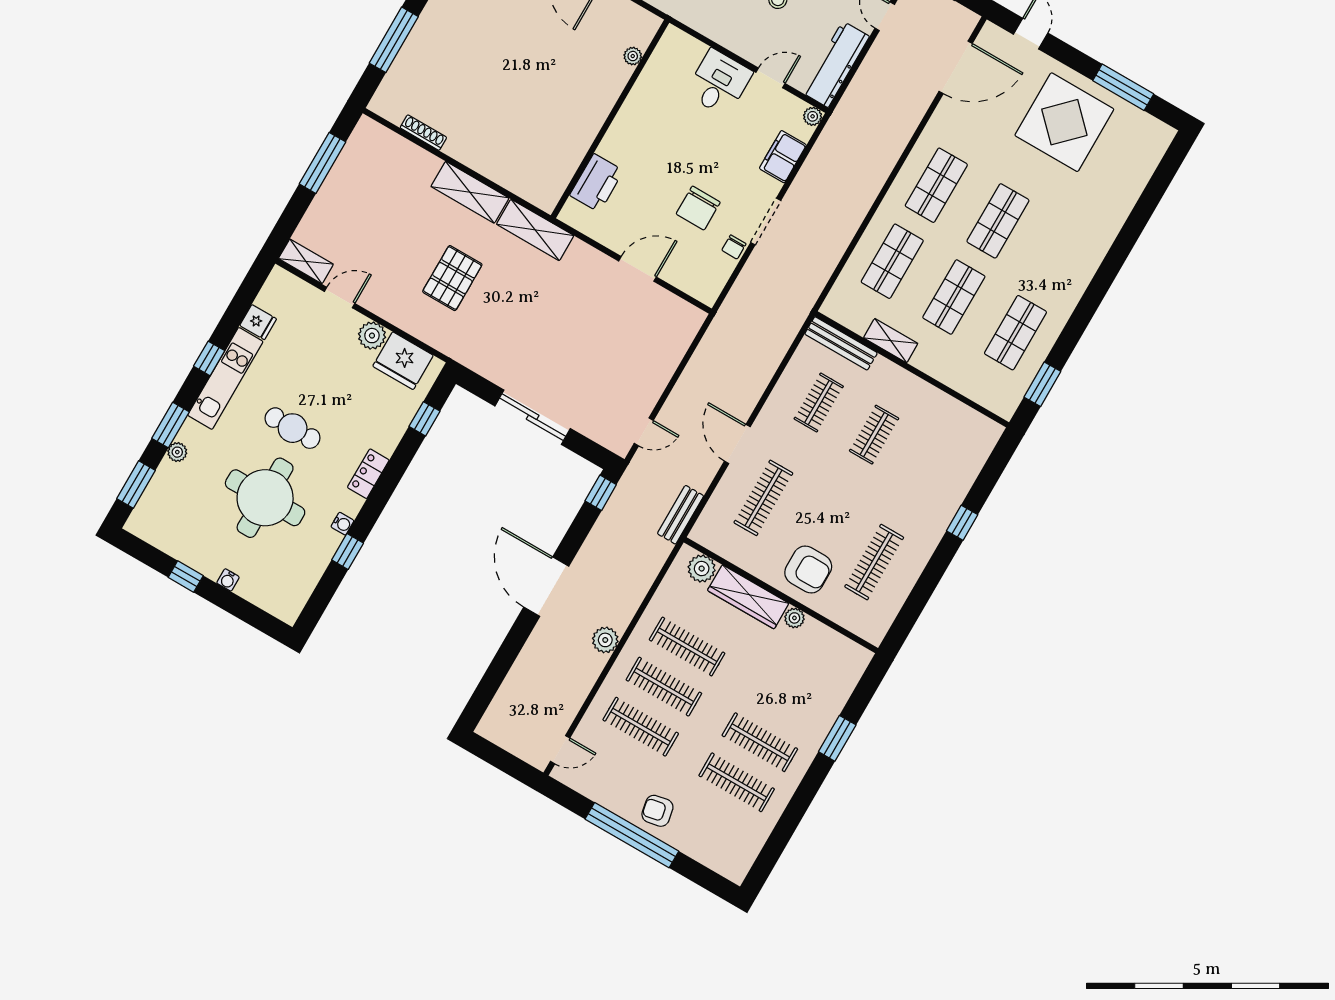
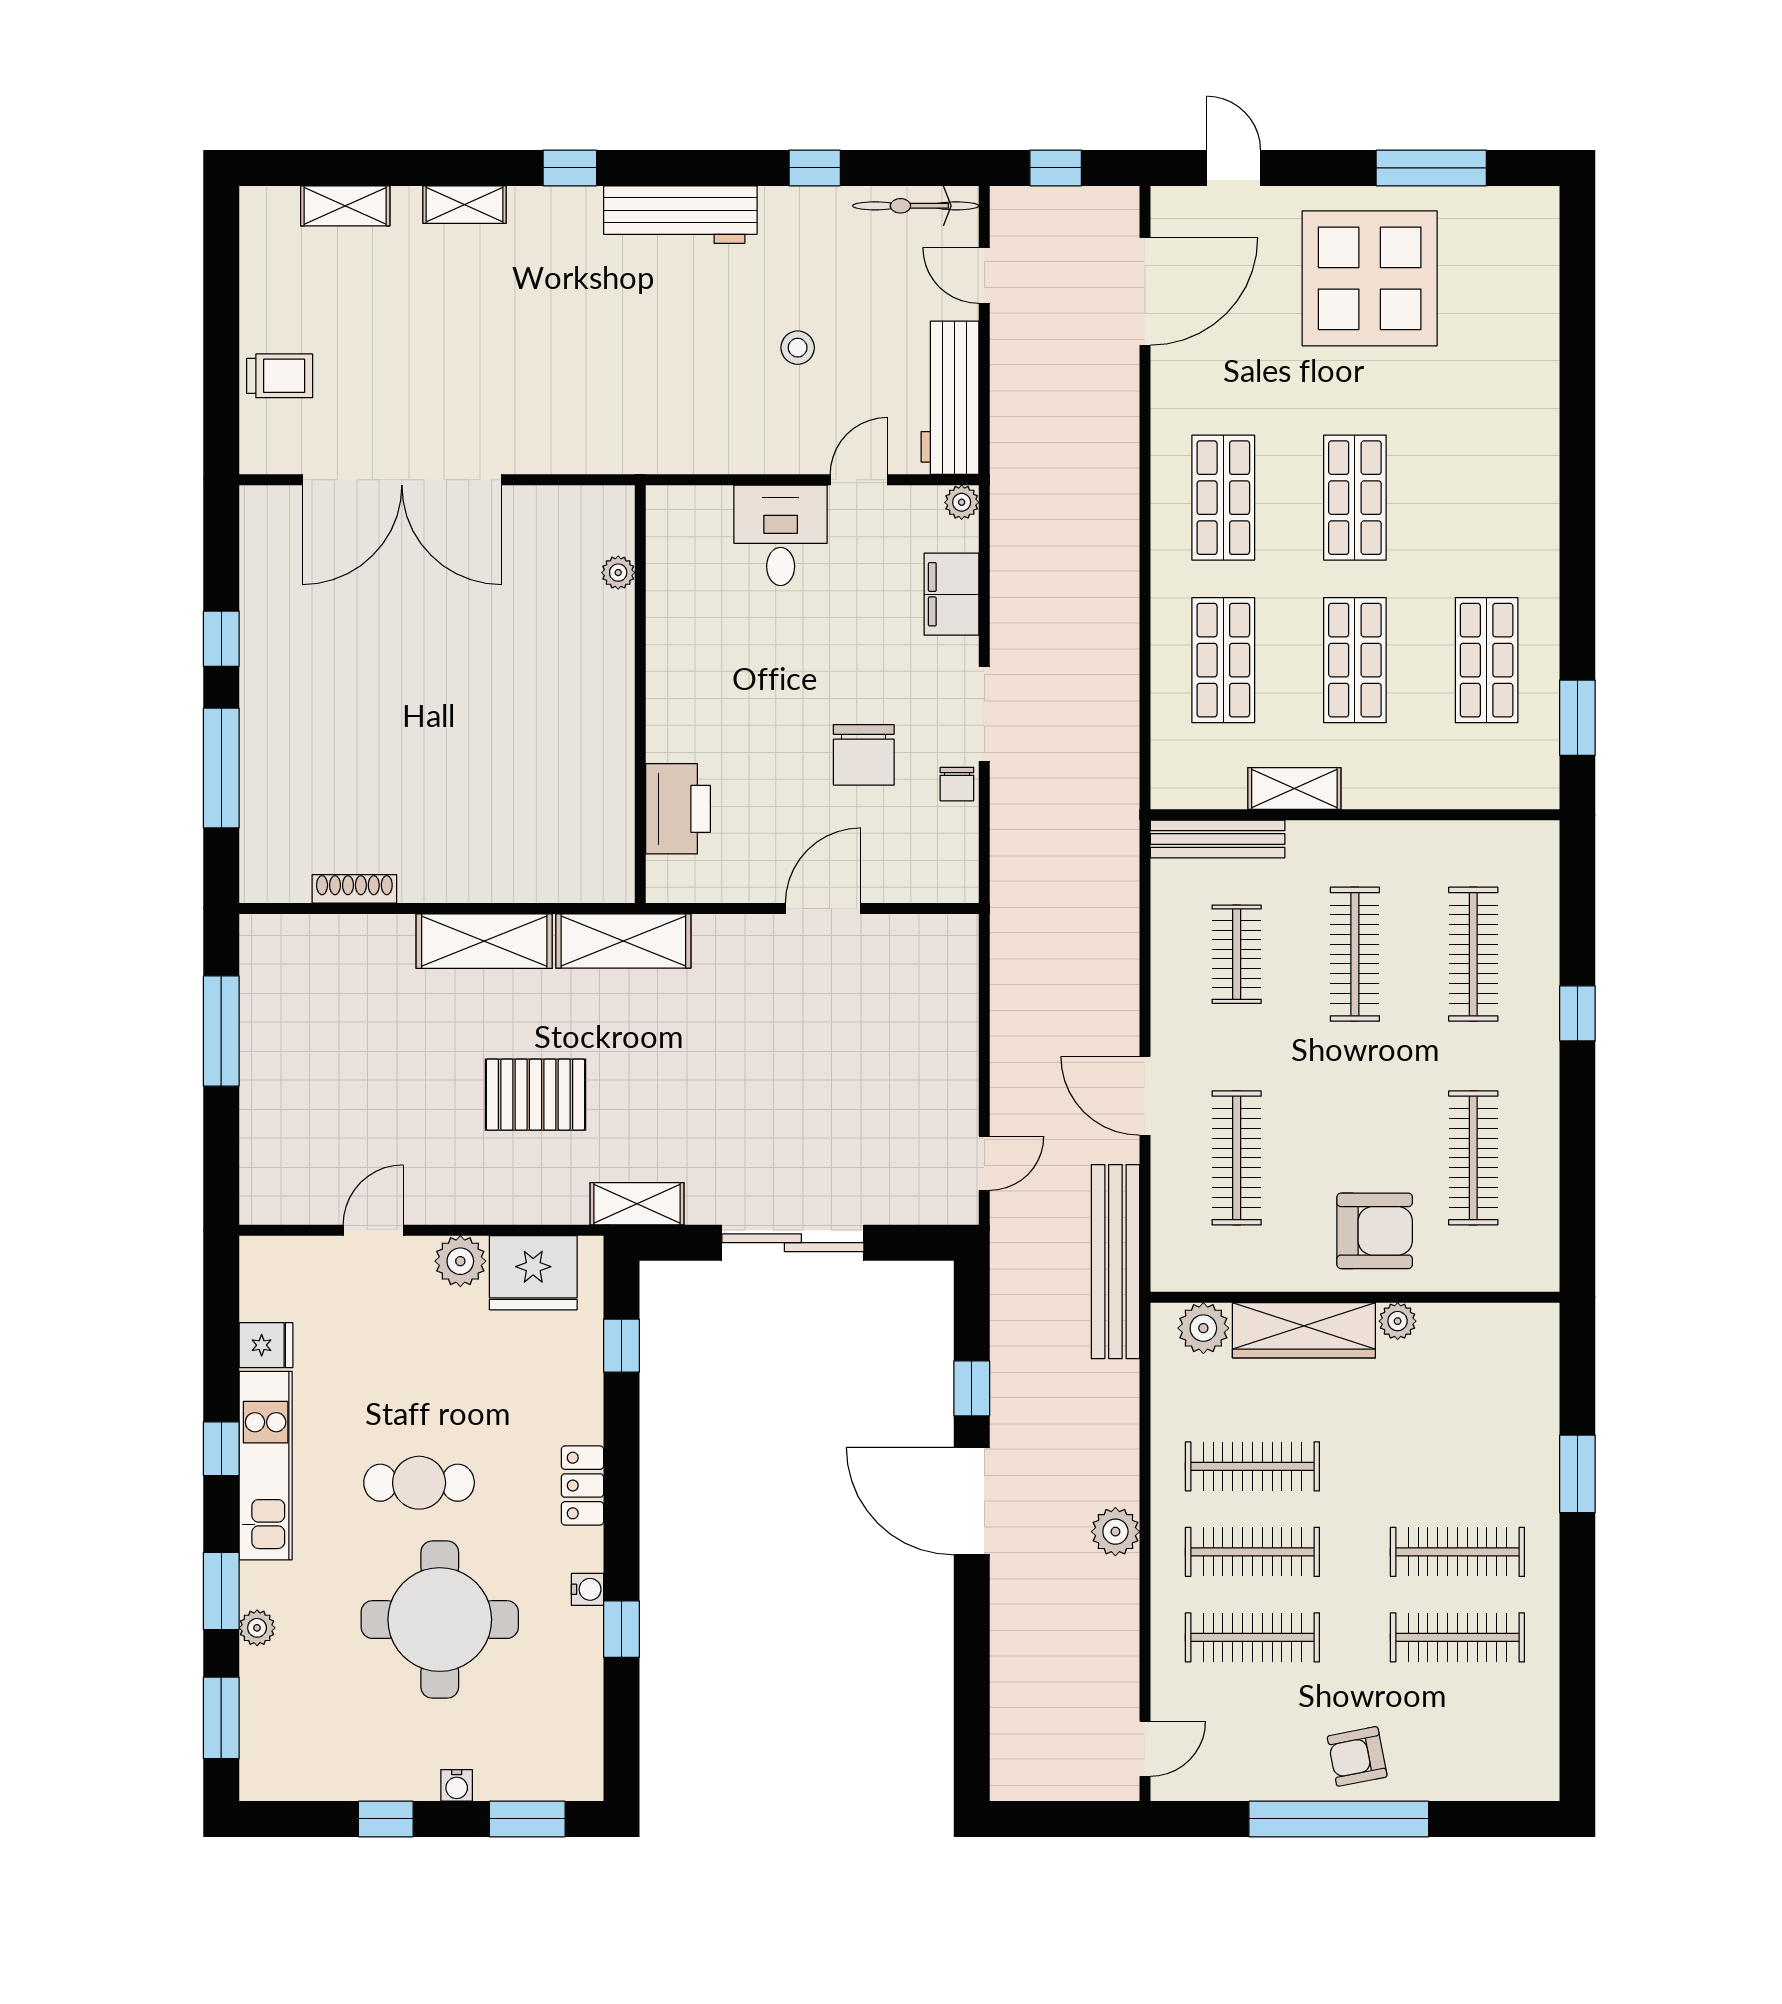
shelving: (306, 261) -> (637, 1204), moved
pallet: (452, 278) -> (536, 1095), turned 90
clothes rail: (874, 435) -> (1355, 954), width x1.36
clothes rail: (929, 467) -> (1473, 954), added
window: (601, 493) -> (972, 1388), moved
bench: (681, 515) -> (1115, 1262), width x1.86, depth x1.21
window: (252, 615) -> (527, 1819), added

